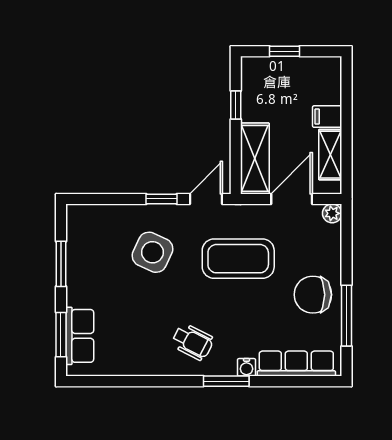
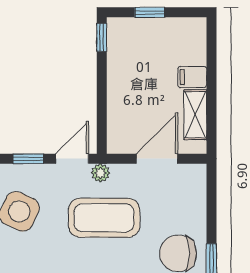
window: (236, 105) -> (102, 37), moved
shelving: (255, 158) -> (121, 119), removed
plant: (332, 213) -> (100, 173), moved

